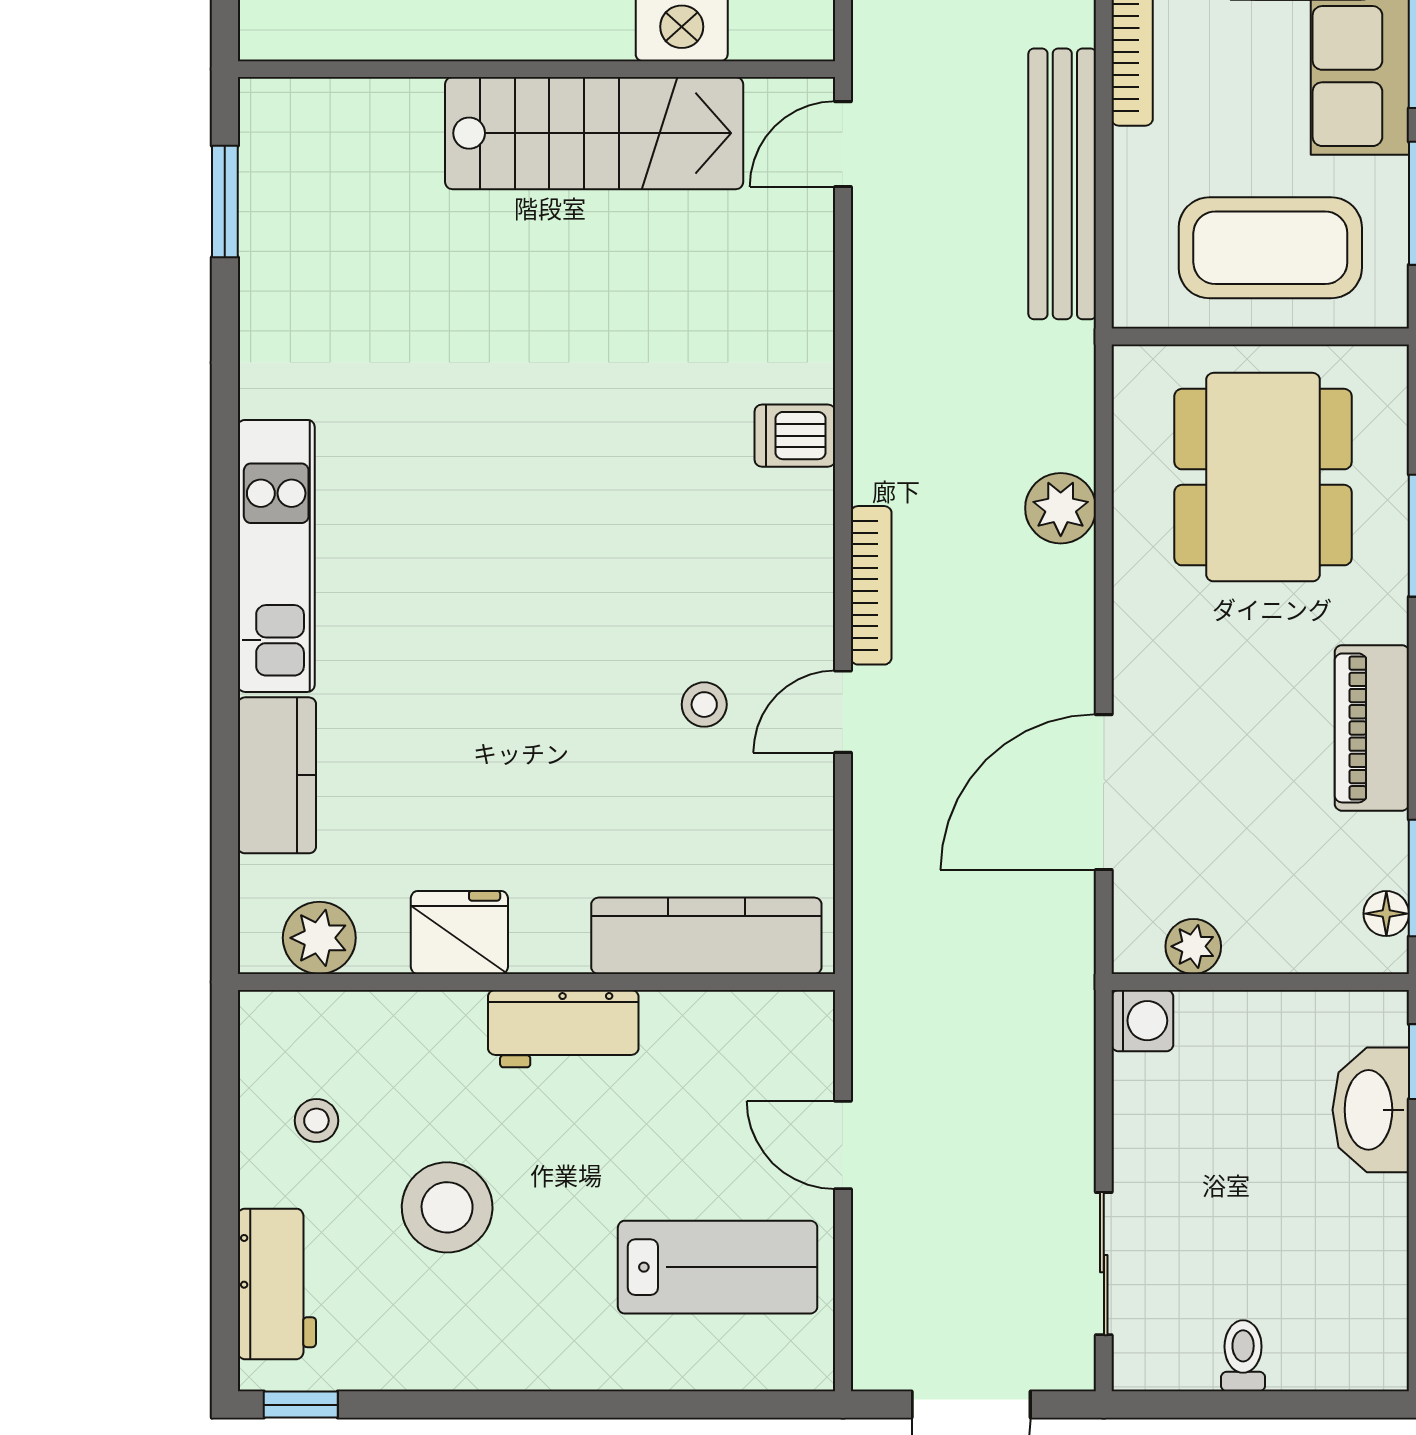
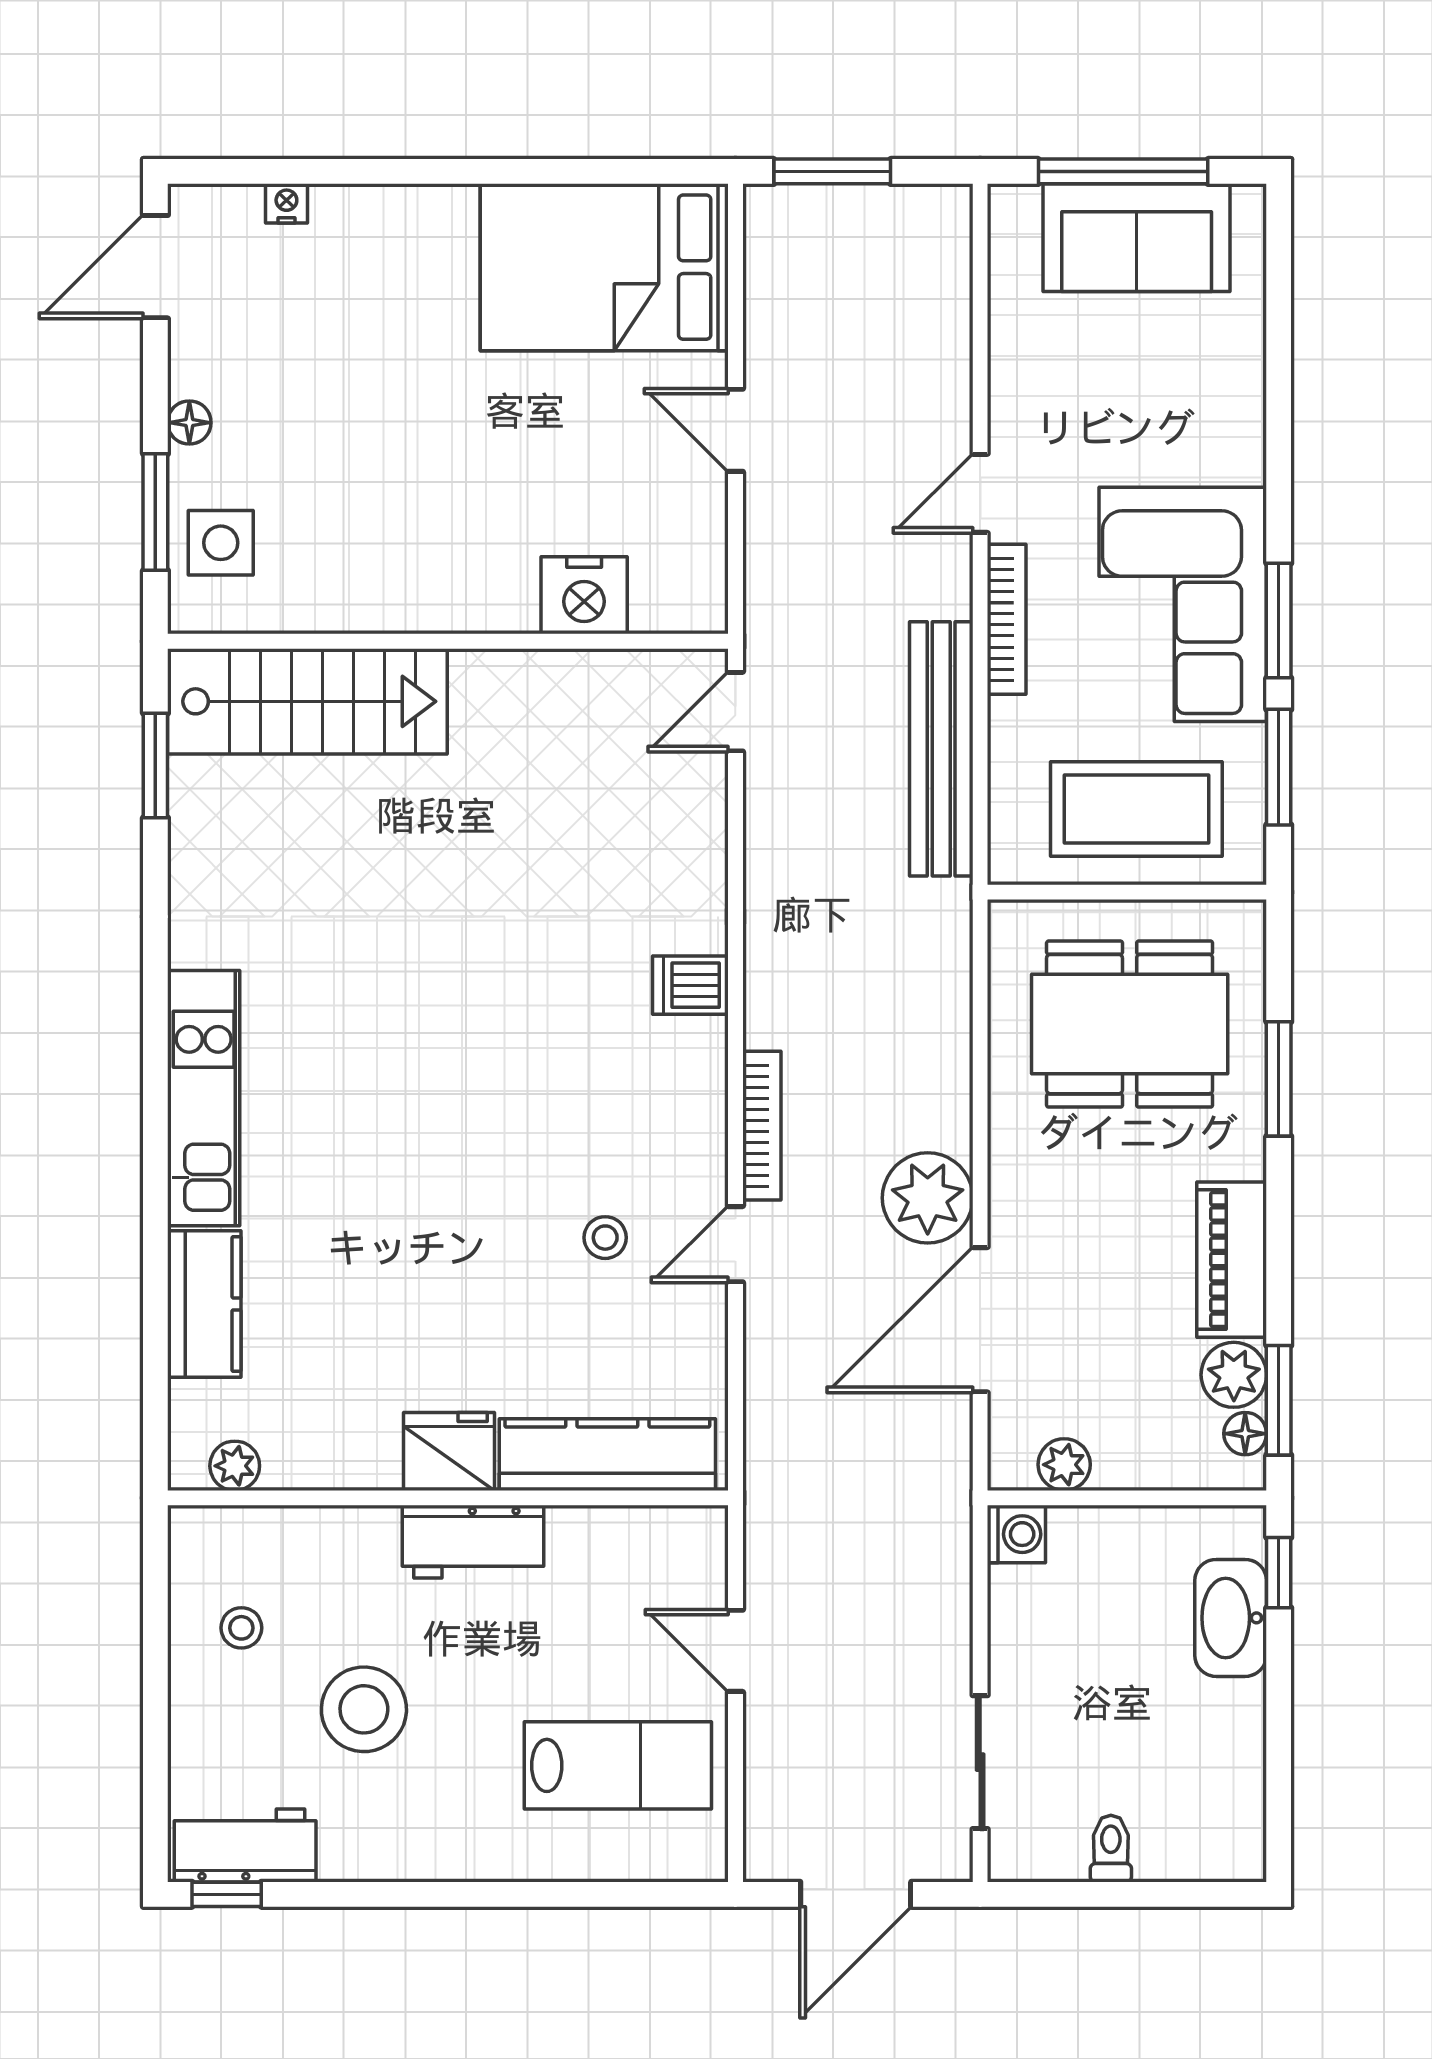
stairs: (594, 133) -> (307, 701), moved
dining table: (1263, 477) -> (1130, 1024), turned 90
plant: (1061, 508) -> (928, 1198), moved, width x1.36, depth x1.36
plant: (1374, 851) -> (1234, 1375), added
fridge: (459, 932) -> (449, 1451), moved
plant: (319, 938) -> (235, 1466), width x0.73, depth x0.73
workbench: (277, 1284) -> (245, 1846), moved, turned -90

